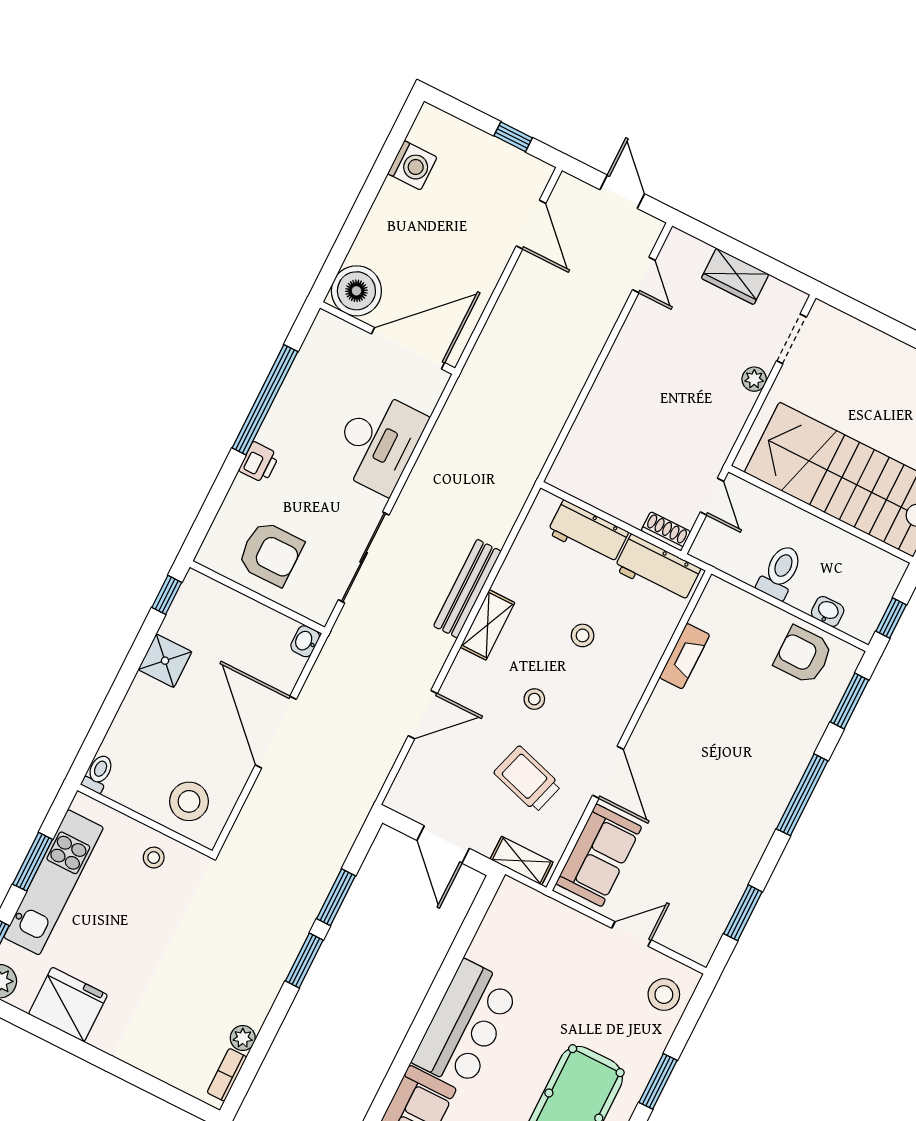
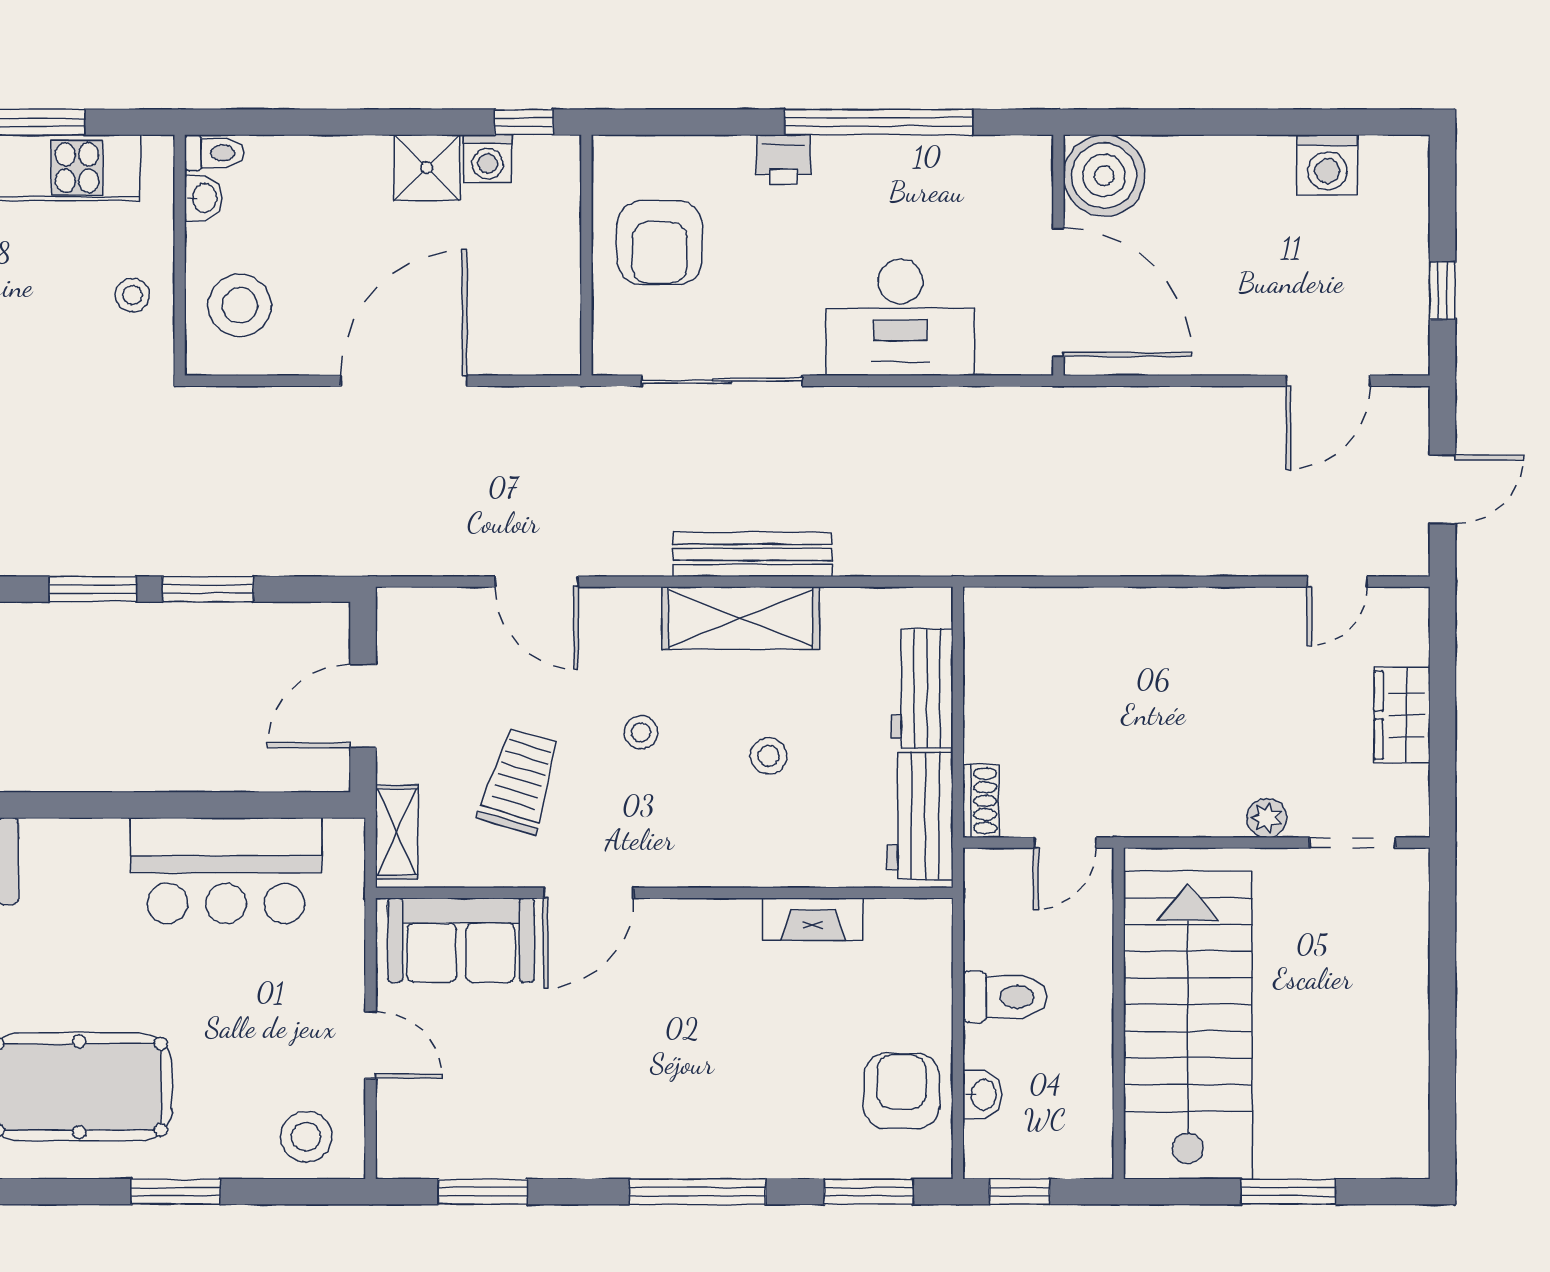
washing machine: (177, 625) -> (488, 159), added
shelving: (488, 625) -> (741, 618), width x1.50, depth x1.33
washbasin: (305, 641) -> (203, 198), moved, turned 90
bar counter: (466, 1025) -> (226, 871), moved

